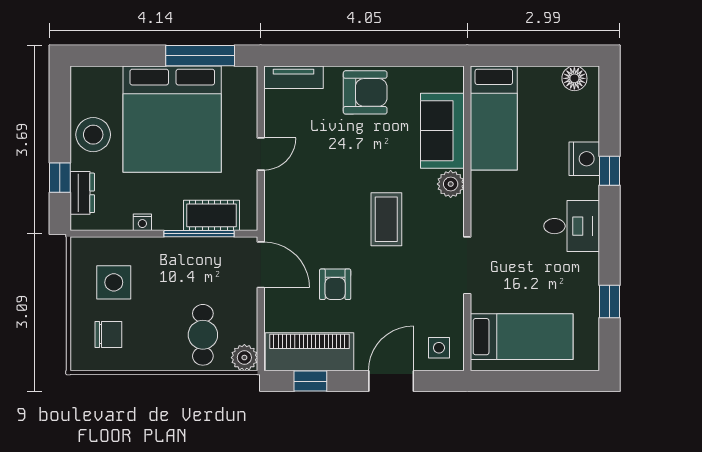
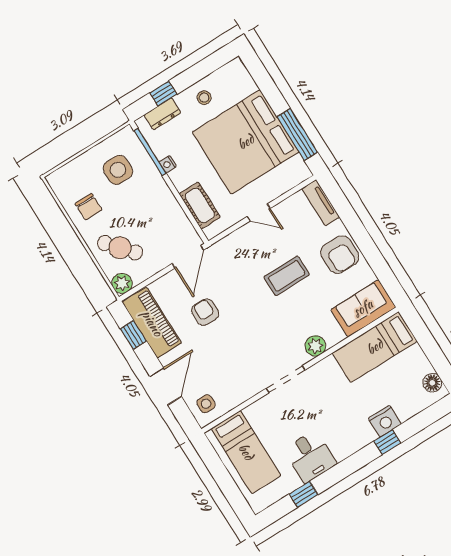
sofa: (442, 131) -> (363, 308), moved
stool: (93, 135) -> (204, 98), width x0.53, depth x0.53
coffee table: (386, 219) -> (287, 276), moved
desk: (572, 226) -> (310, 456), moved
window: (199, 234) -> (150, 152), moved
doorway: (467, 265) -> (286, 379), moved
armchair: (335, 284) -> (205, 312), turned 90
chair: (108, 334) -> (89, 207), moved
cafe table: (203, 335) -> (120, 248), turned 49
door: (391, 381) -> (166, 386), hinge flipped

